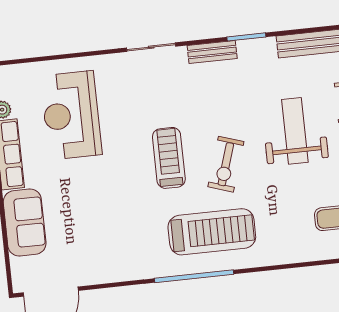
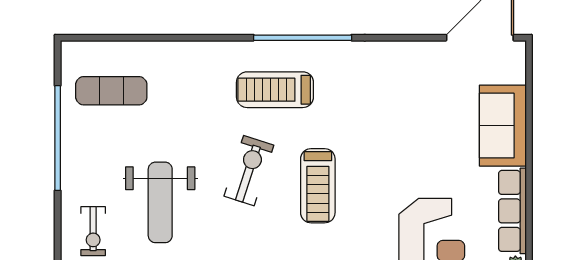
treadmill: (212, 232) -> (275, 90), width x0.73, depth x0.73

